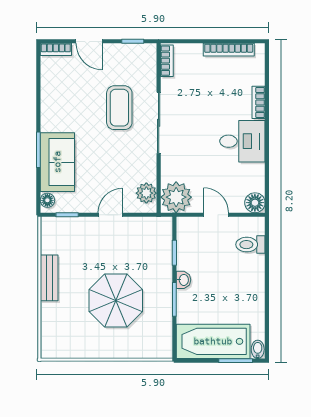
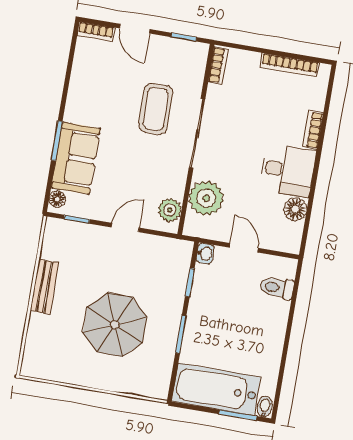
plant: (176, 197) -> (206, 198), moved
floor lamp: (255, 203) -> (295, 209), moved
washbasin: (183, 280) -> (205, 254), moved

